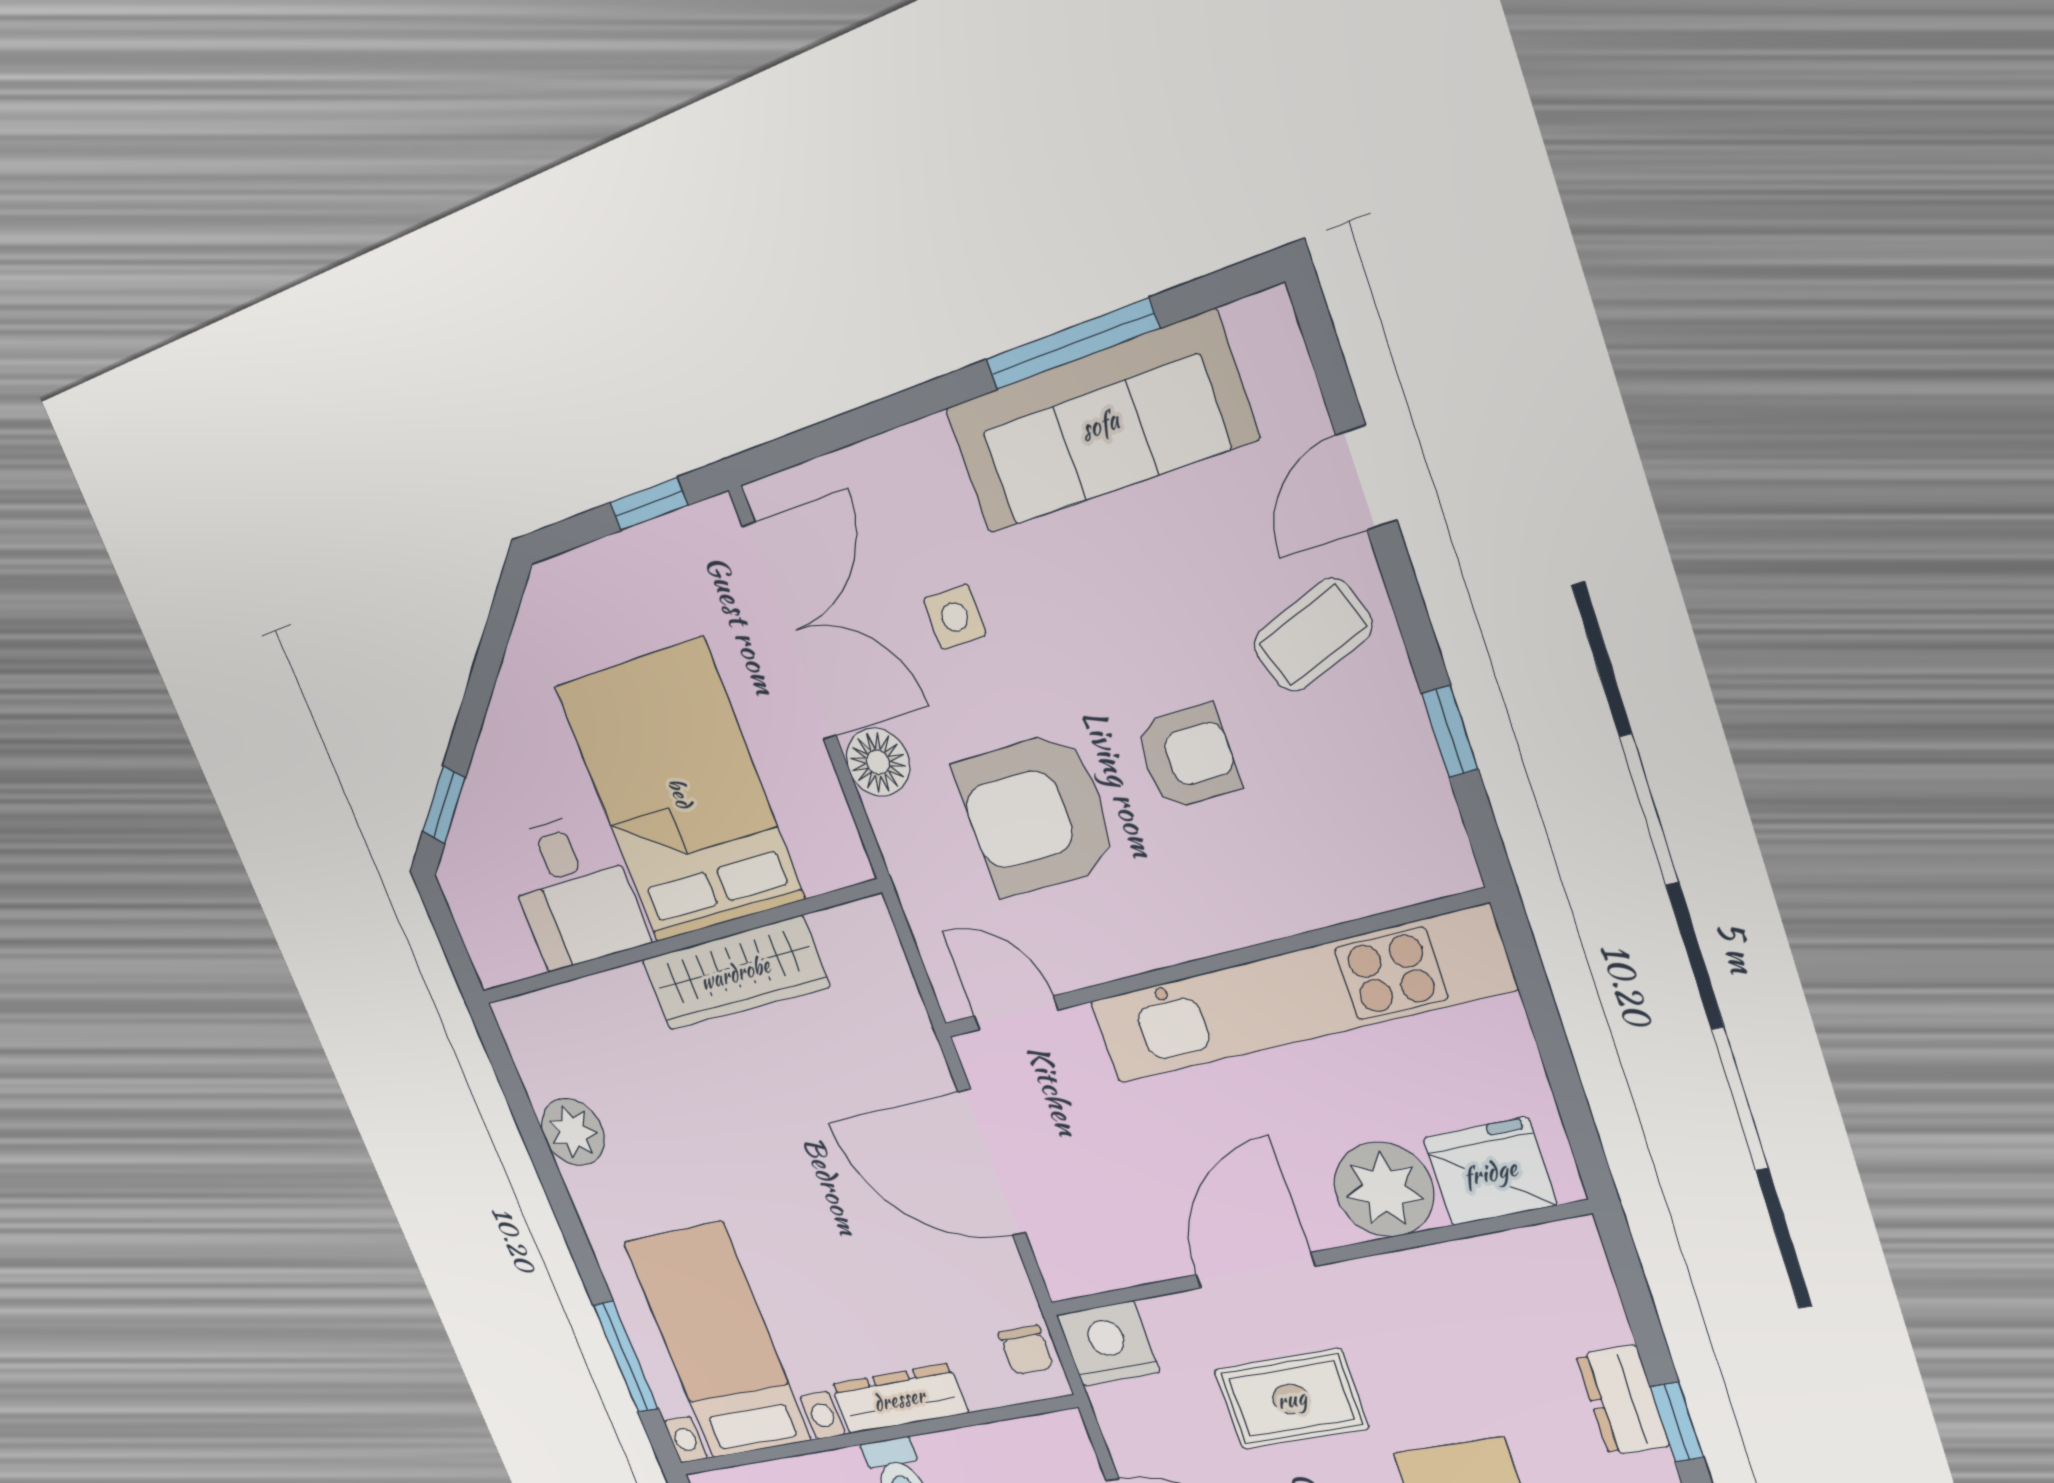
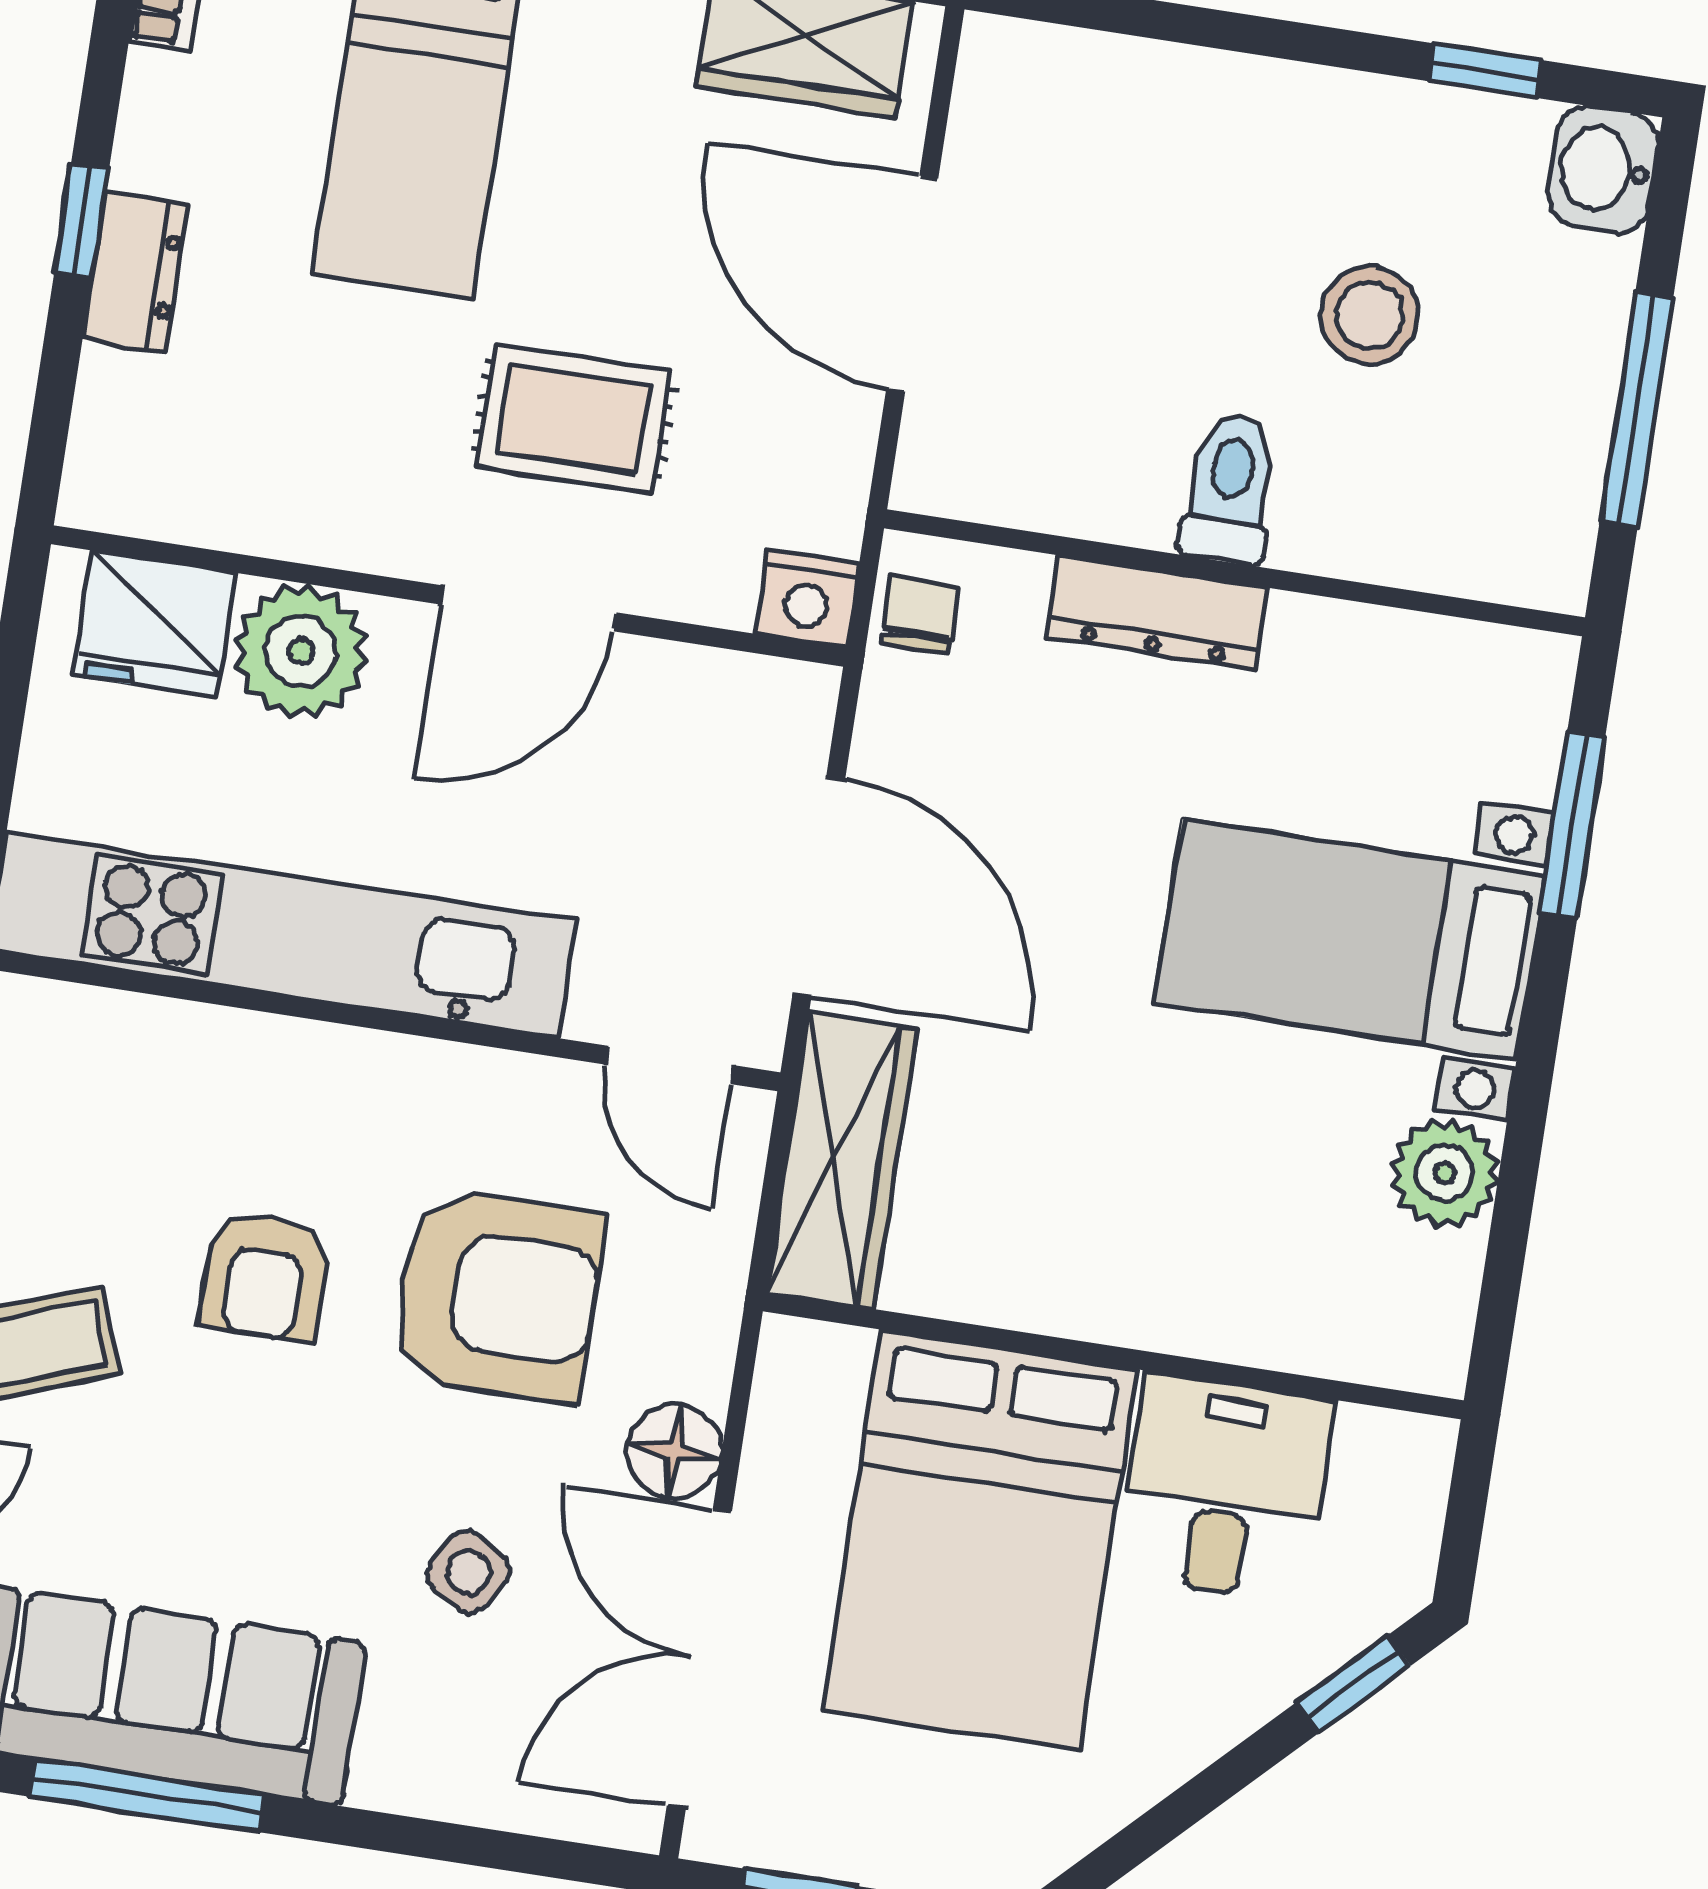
side table: (955, 617) -> (468, 1572), turned 31
armchair: (1188, 757) -> (265, 1277), turned -90
wardrobe: (735, 973) -> (842, 1161), moved, turned 90
bed with nightstands: (718, 1341) -> (1350, 939), moved, turned 90
nightstand: (1108, 1344) -> (807, 599), width x0.74, depth x0.75

